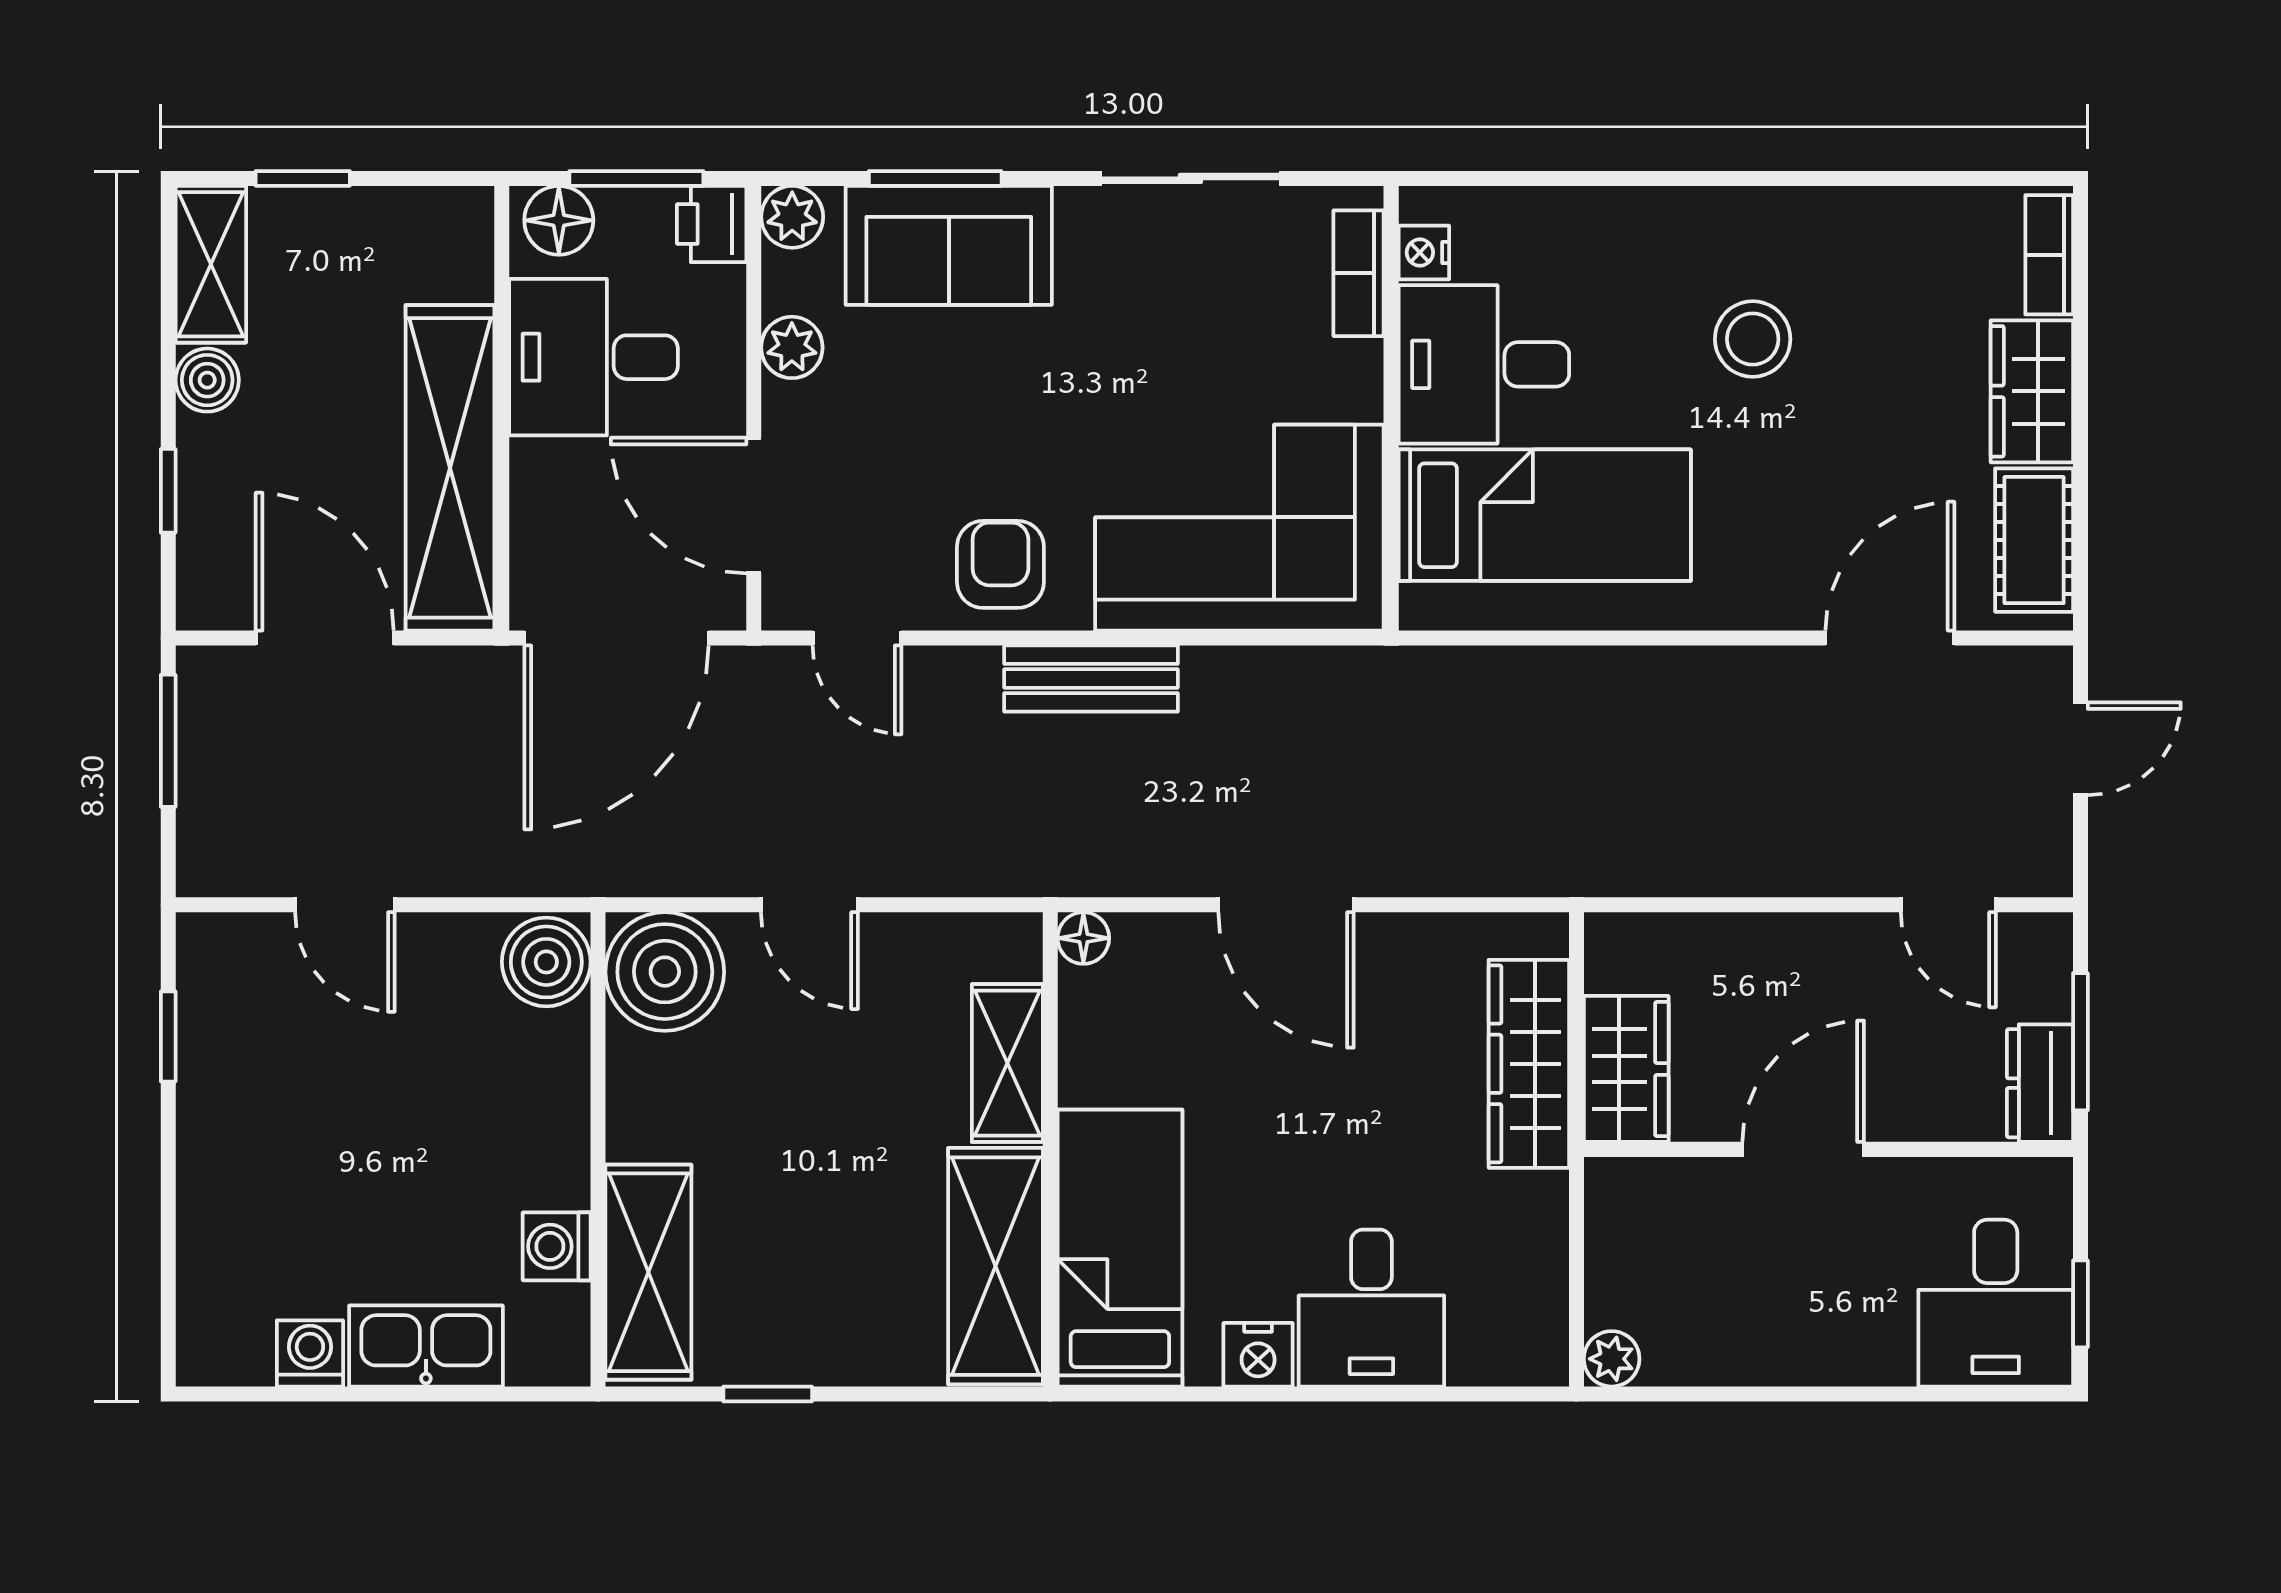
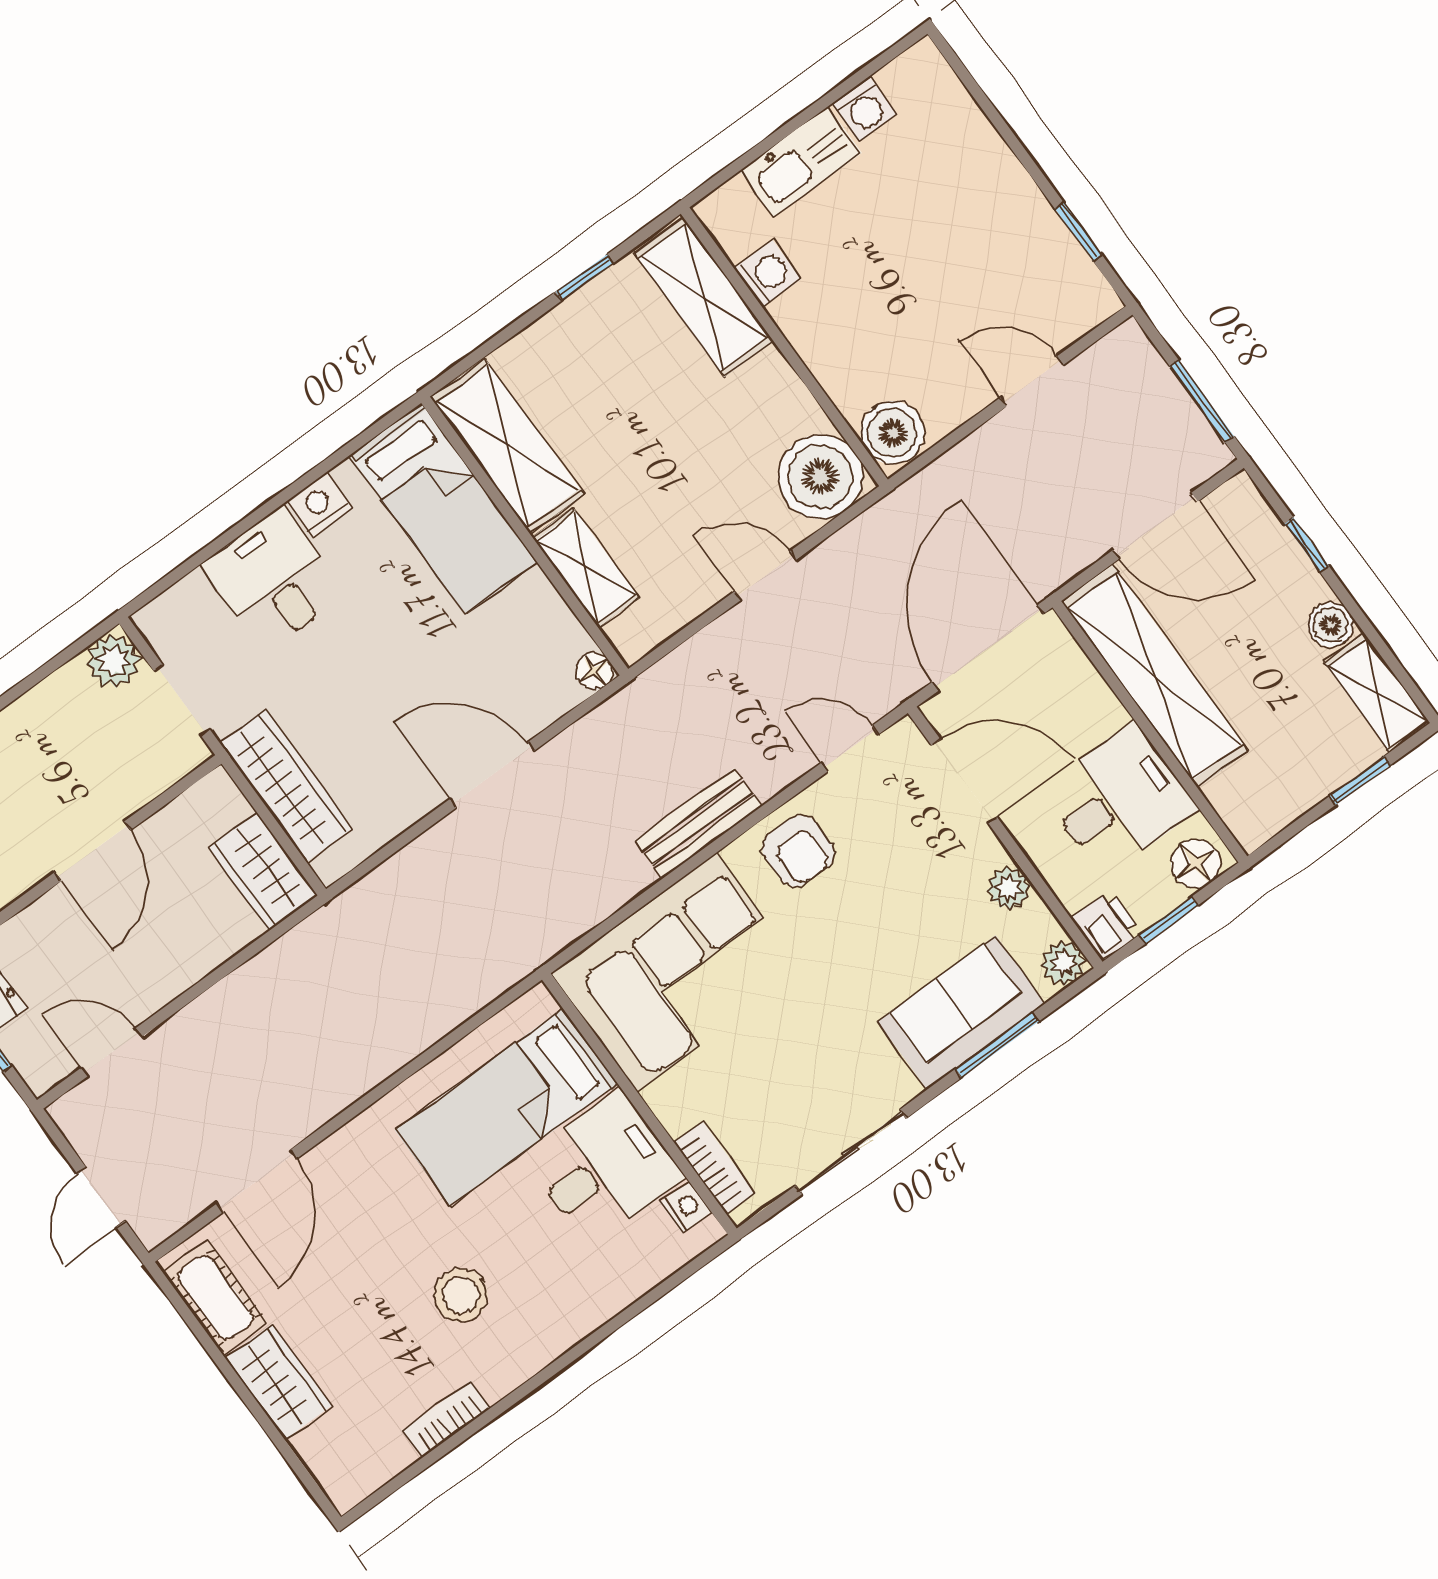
window: (636, 178) -> (1169, 920), width x0.67
bookcase: (2049, 255) -> (446, 1419), moved, turned -90
wardrobe: (1626, 1069) -> (263, 871), moved
doorway: (1576, 1247) -> (182, 700), added
plant: (1612, 1359) -> (113, 661), width x1.38, depth x1.38

